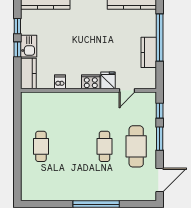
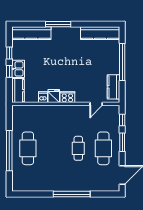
kitchen counter: (149, 52) -> (113, 87), moved
fridge: (108, 80) -> (54, 96), moved
cafe table: (41, 146) -> (28, 148), width x1.37, depth x1.35
window: (17, 149) -> (9, 151), added

